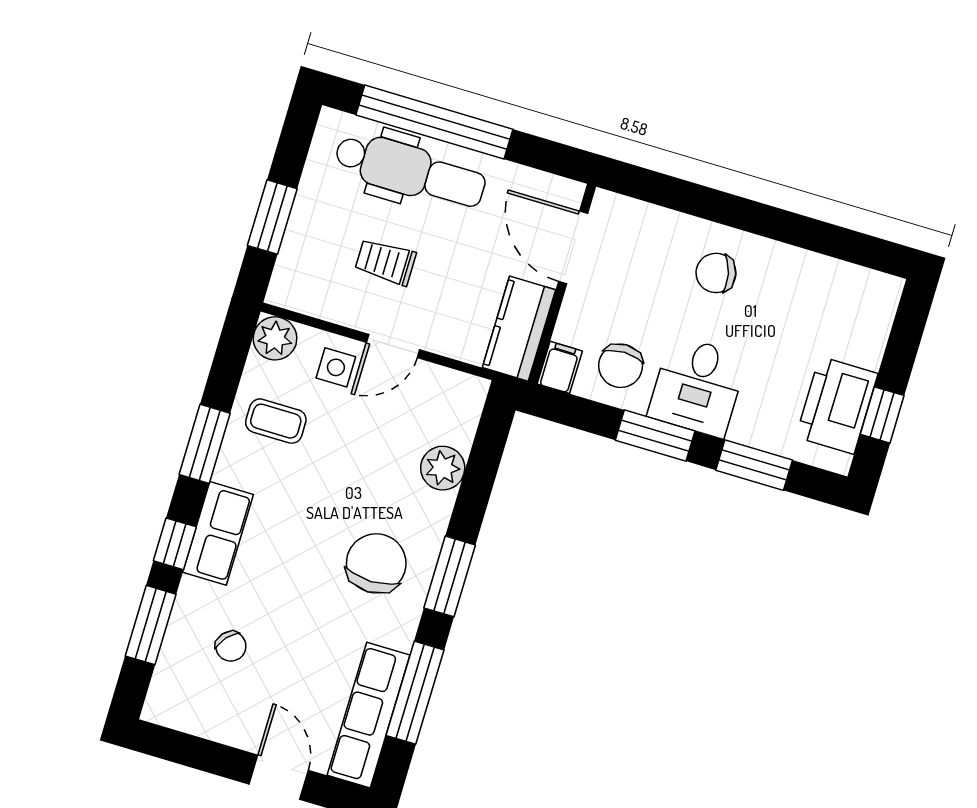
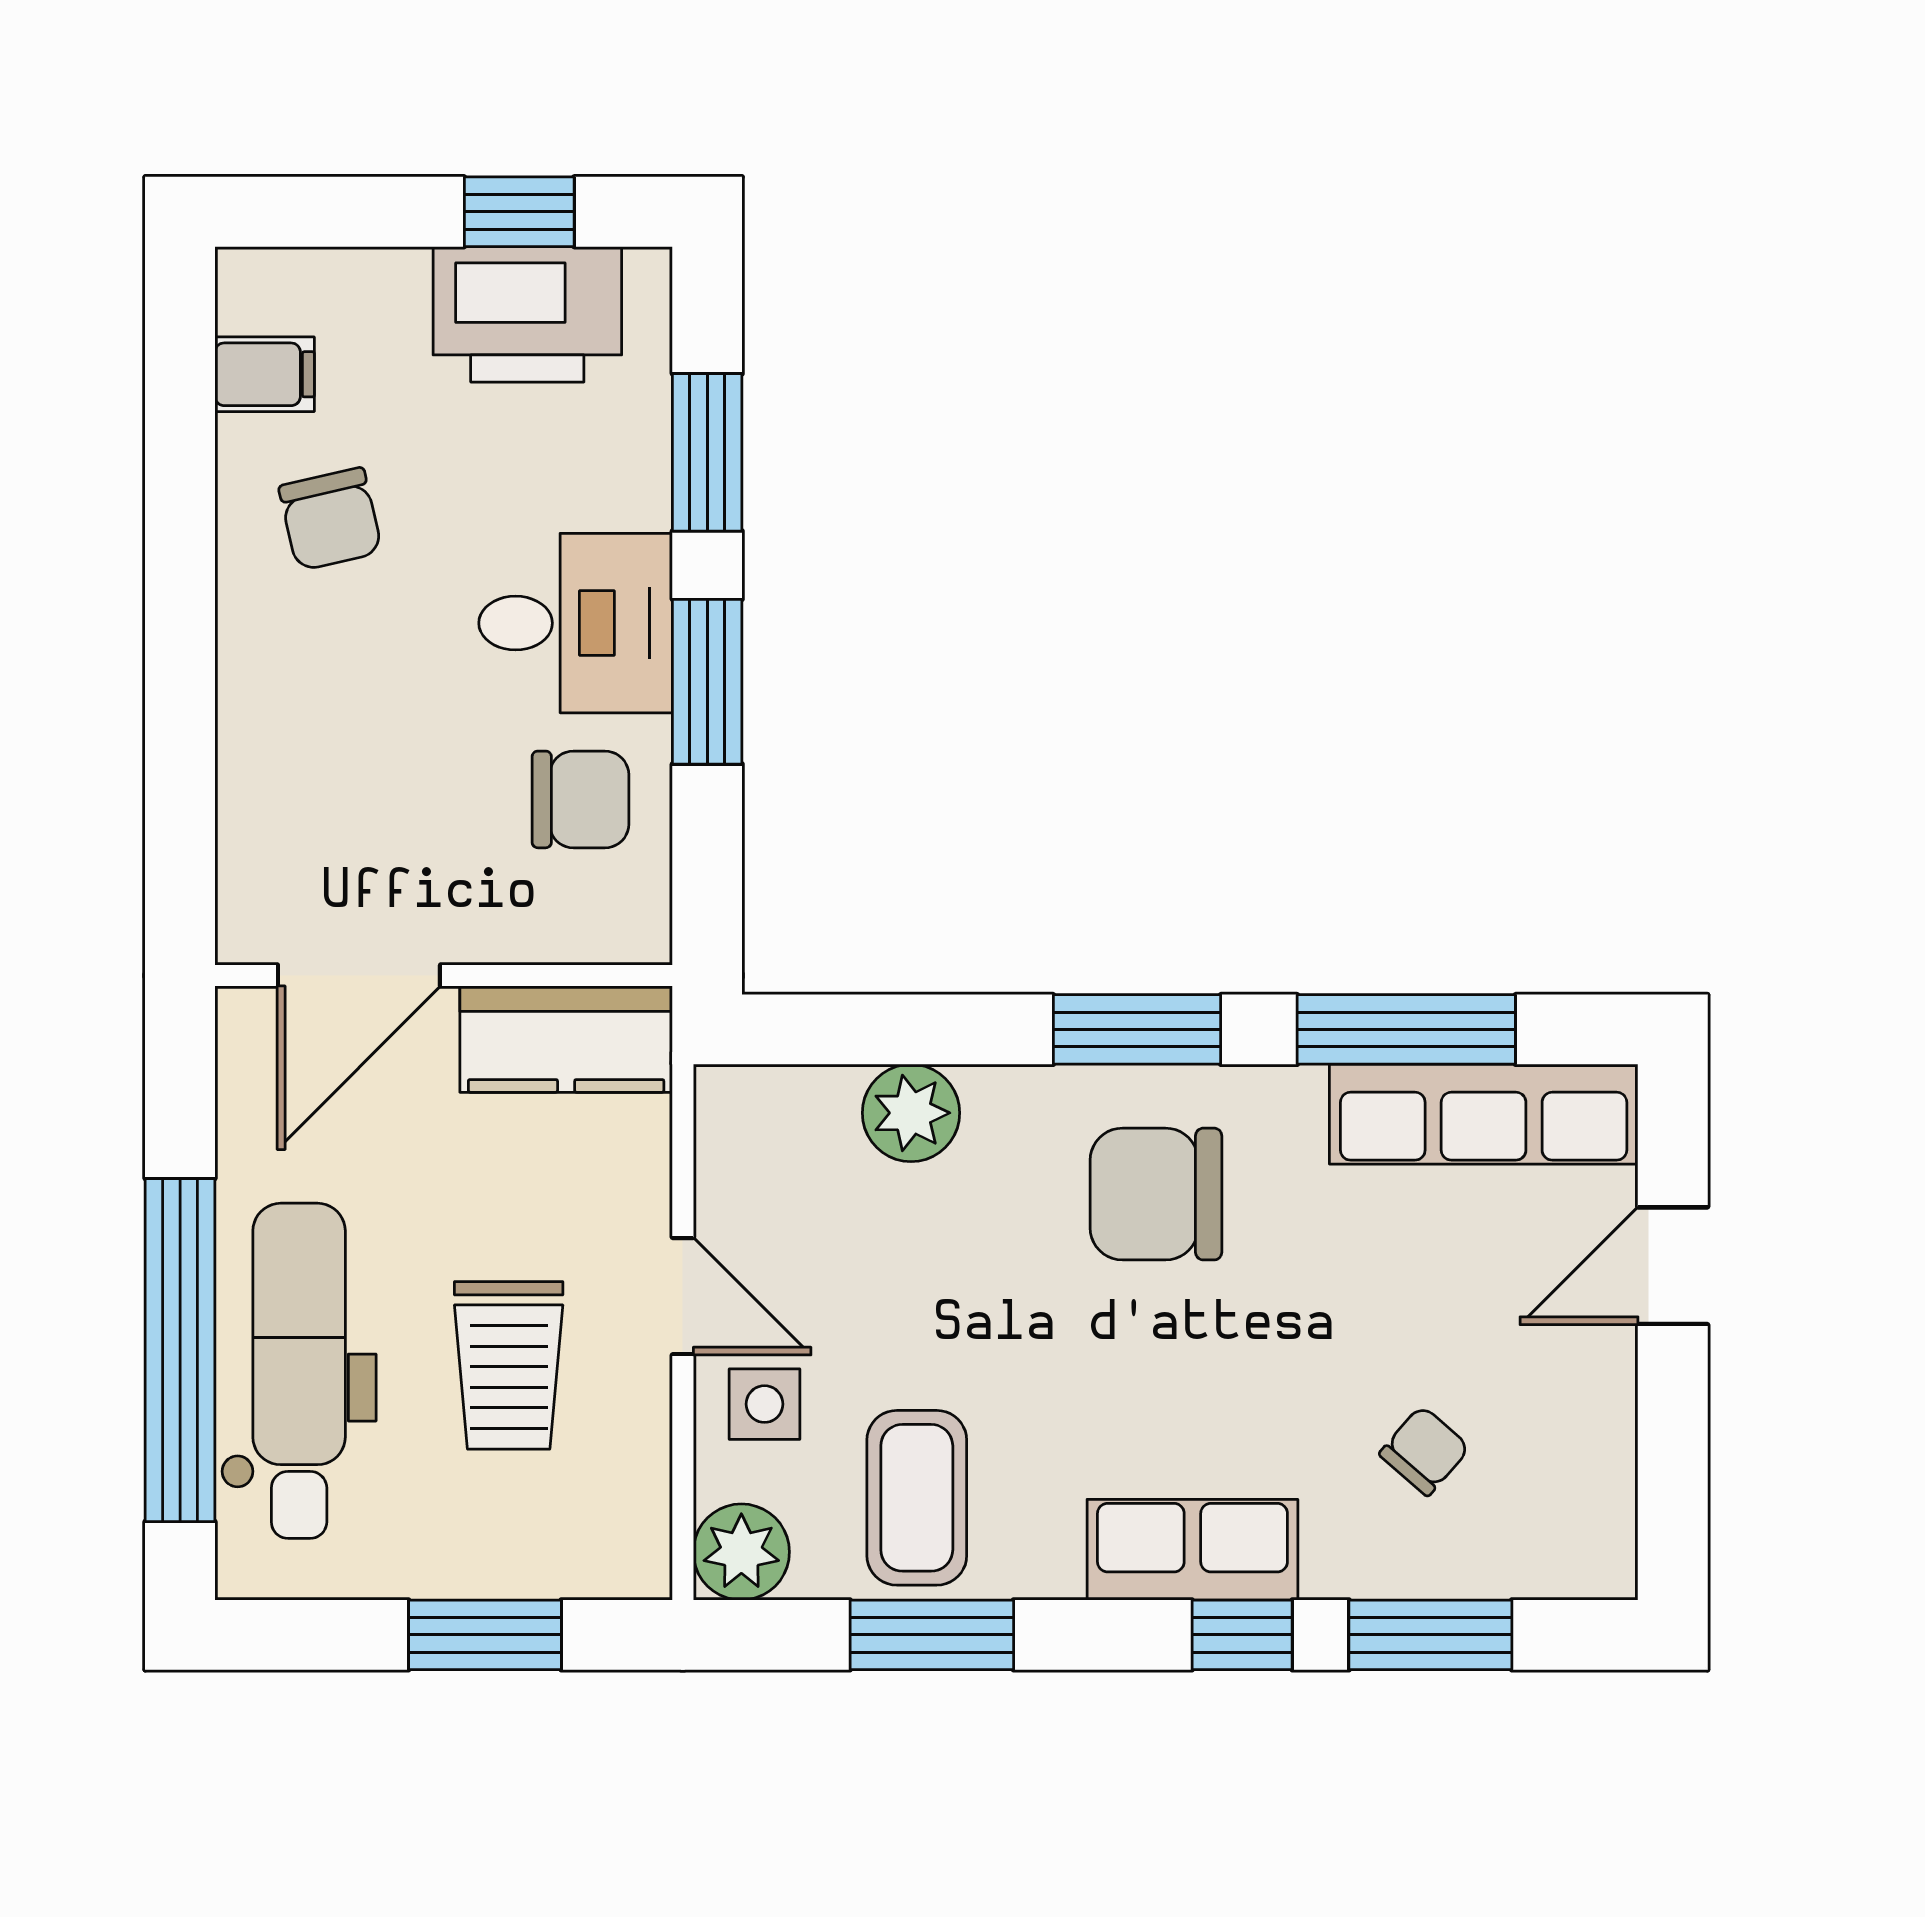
trolley: (386, 262) -> (509, 1365), width x1.36, depth x1.39
chair: (716, 273) -> (330, 519), moved
filing cabinet: (560, 367) -> (265, 374), moved, turned 180
coffee table: (276, 421) -> (917, 1498), width x1.36, depth x1.30
window: (205, 444) -> (932, 1635), moved

